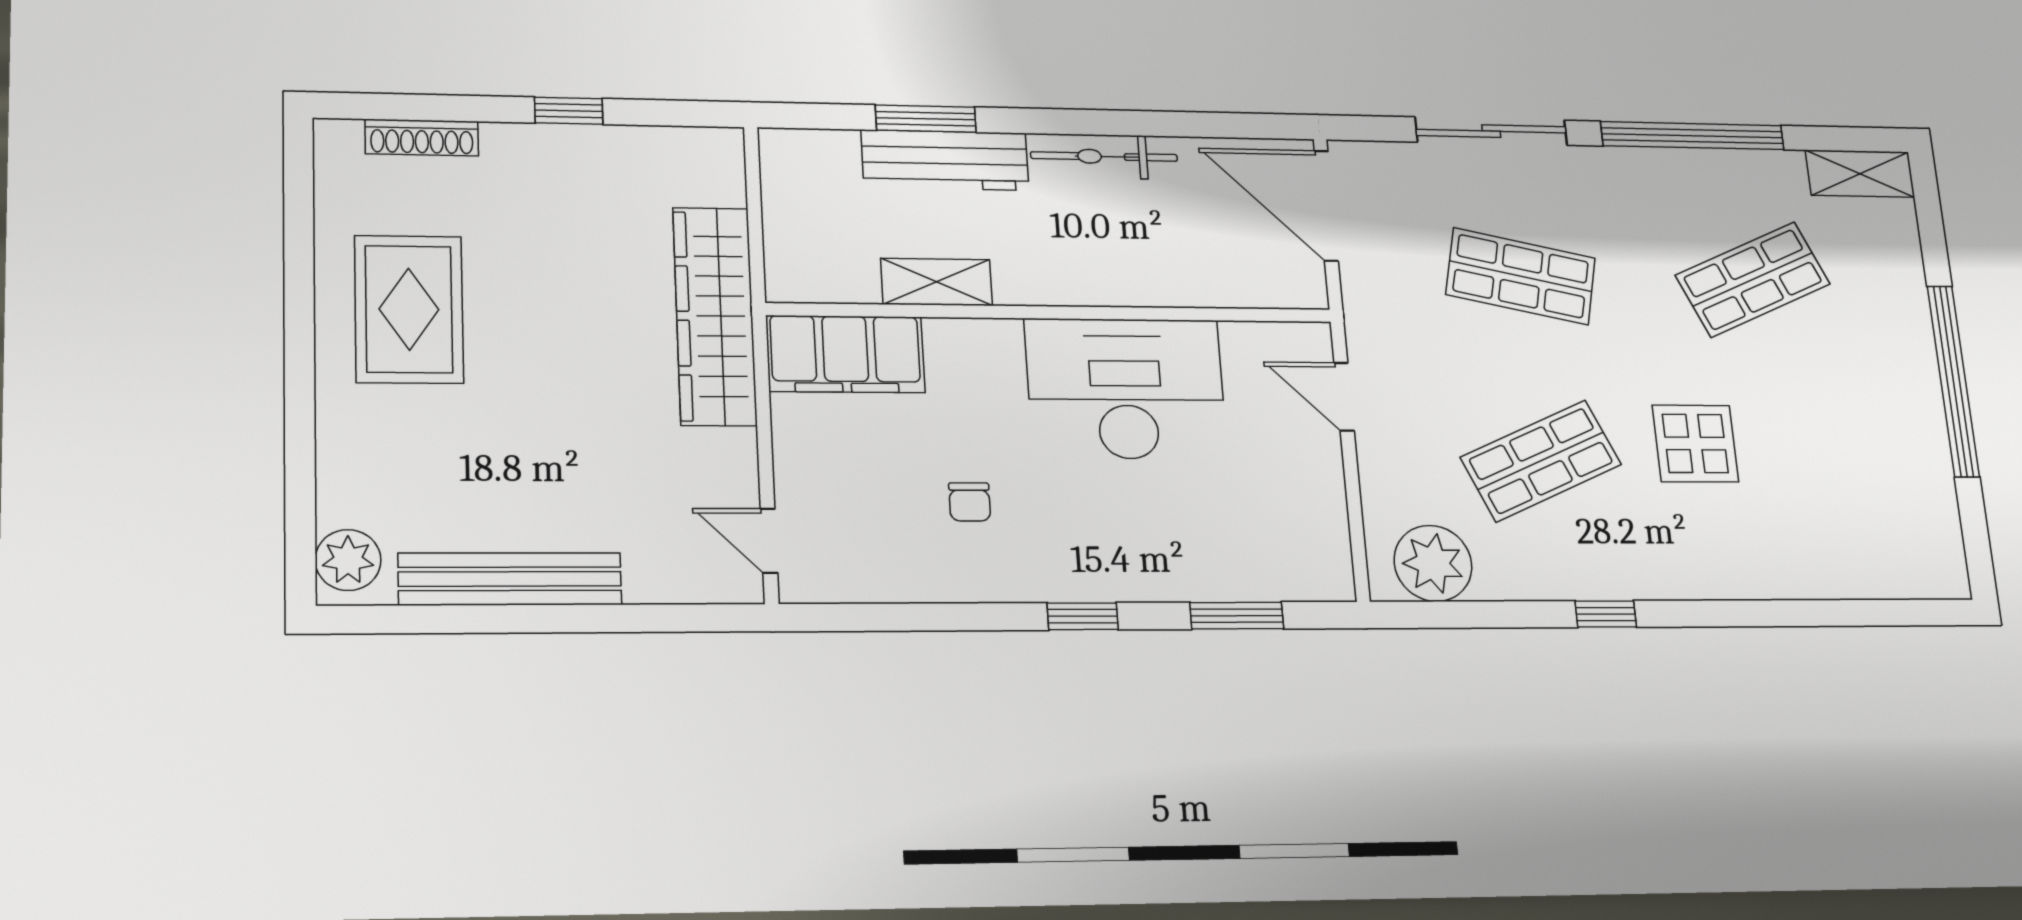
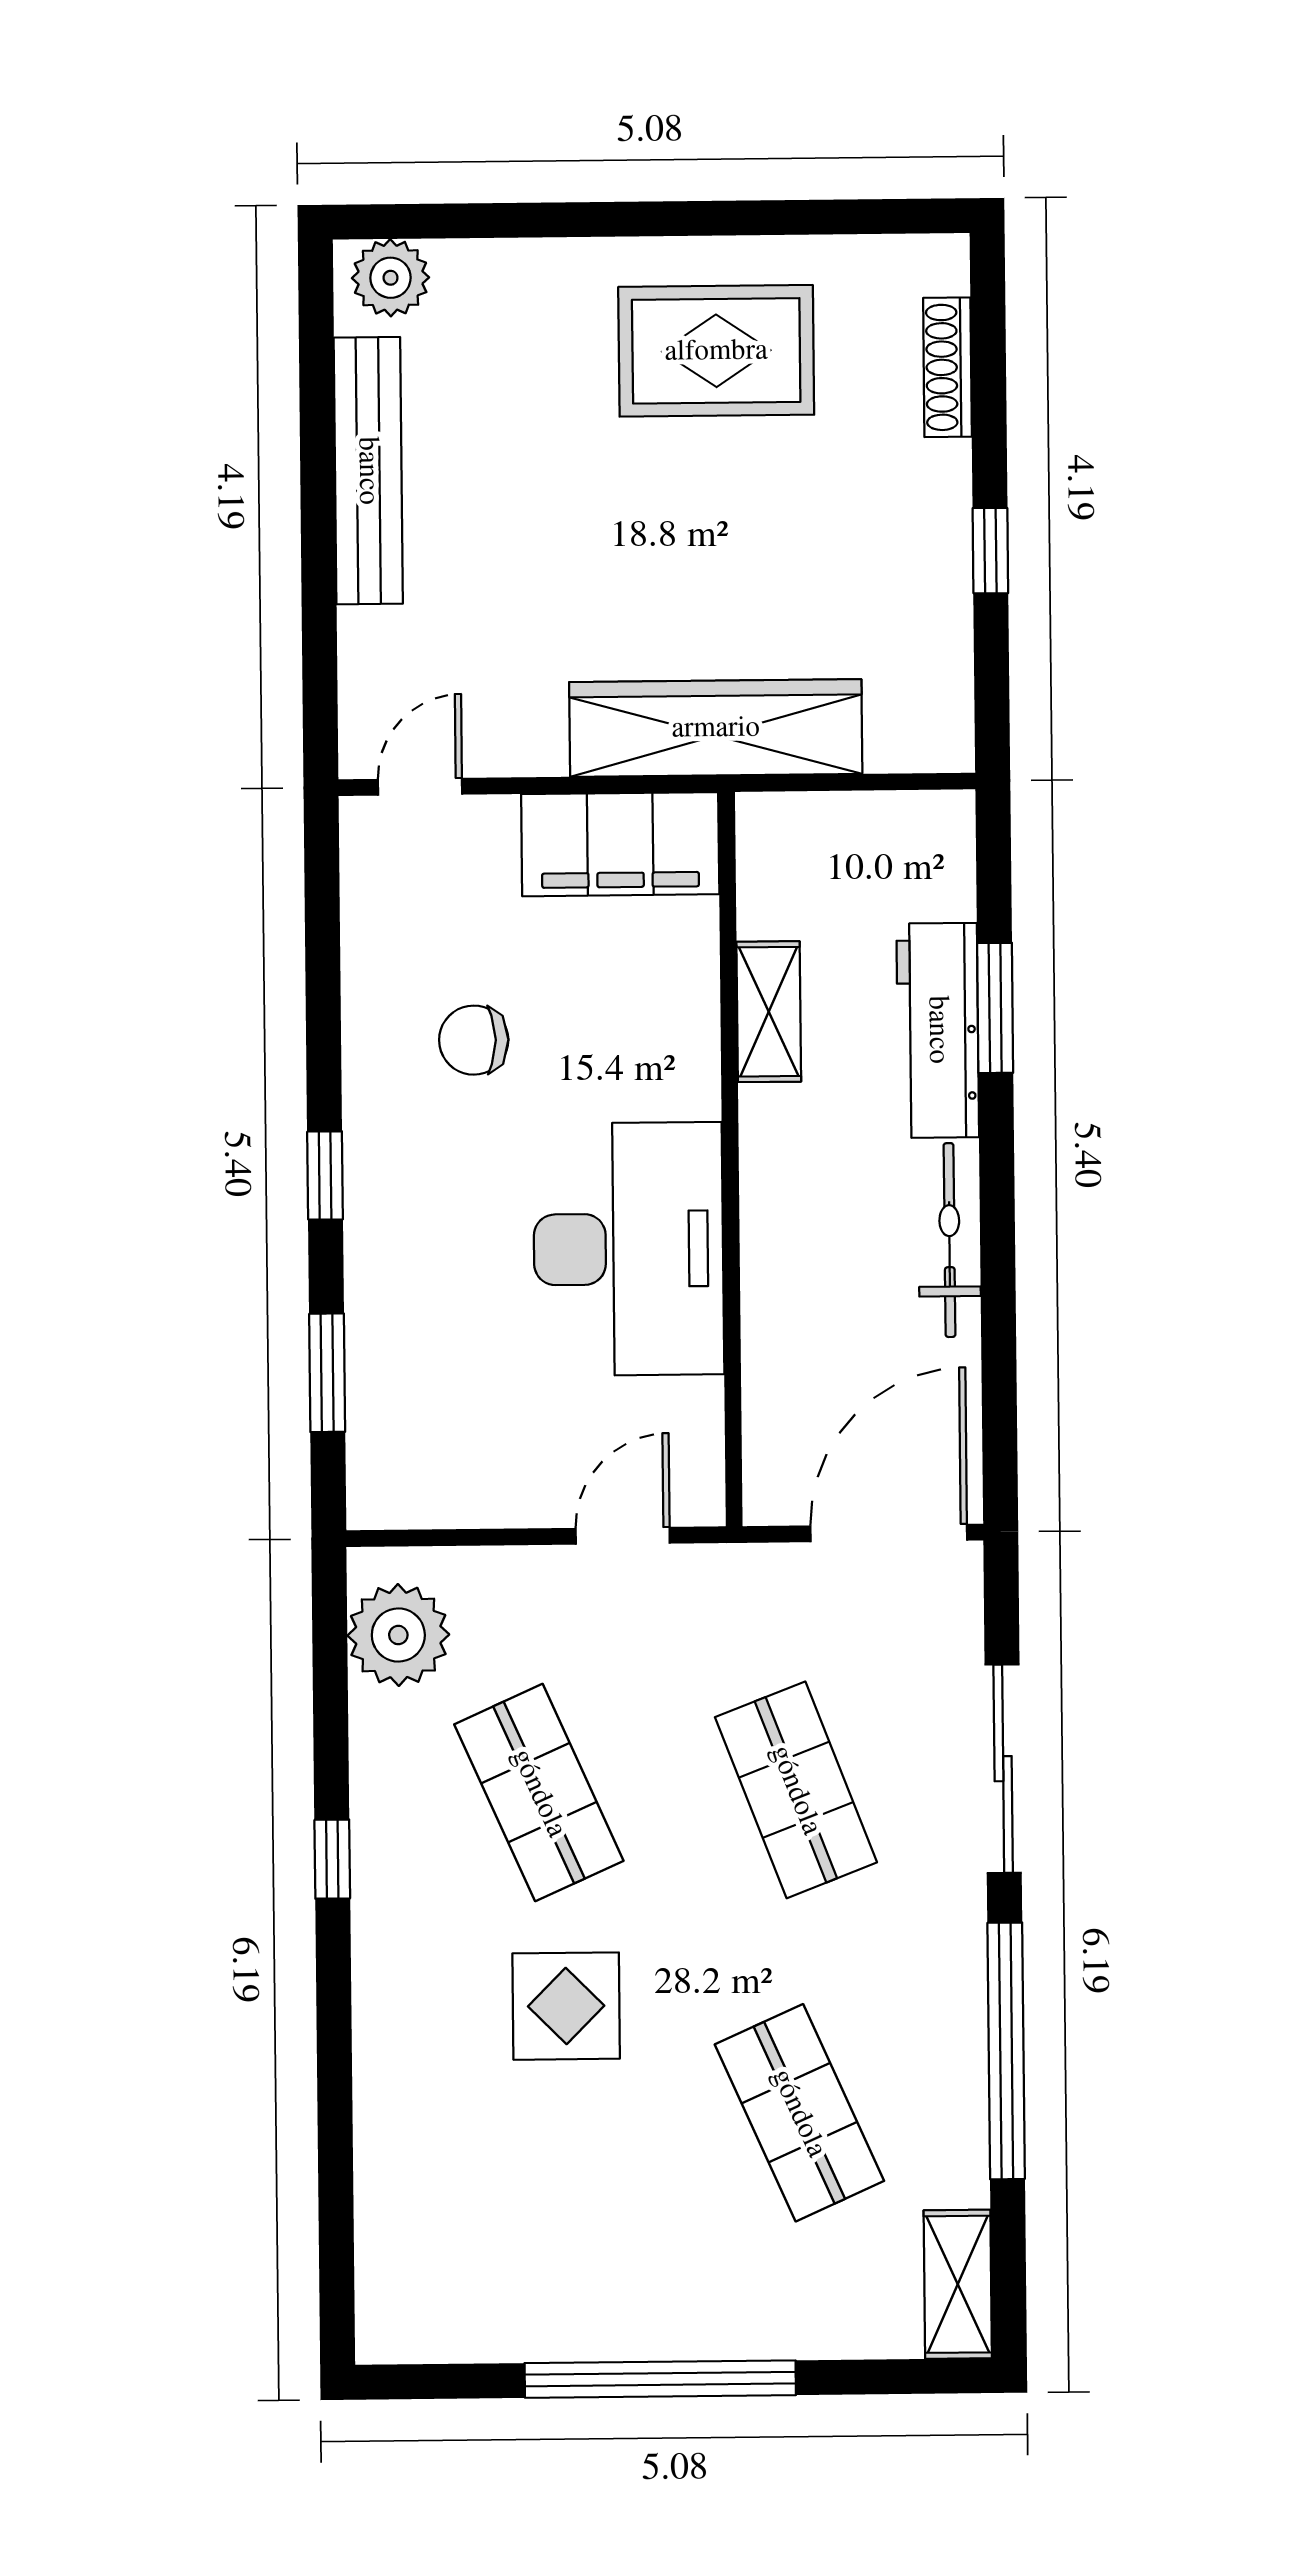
shop shelf: (1521, 276) -> (796, 1790), turned -33
filing cabinet: (845, 354) -> (620, 844), moved, turned -90
chair: (970, 502) -> (474, 1040), width x1.37, depth x1.37

